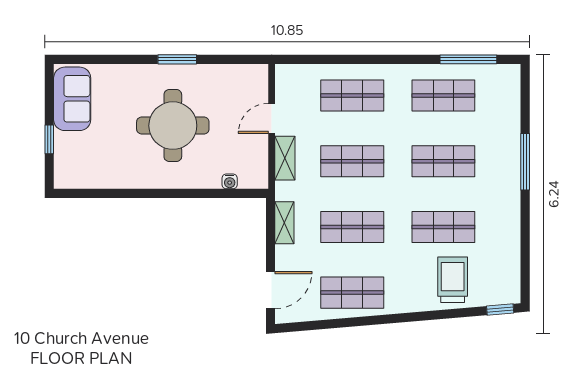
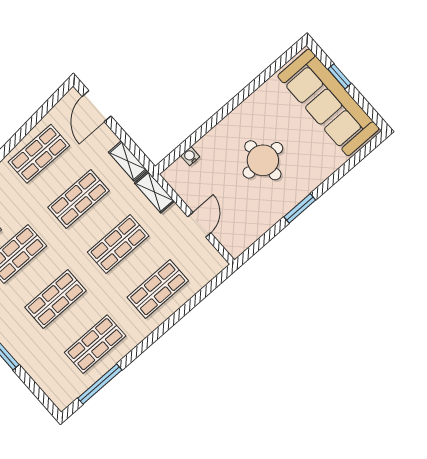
sofa: (72, 99) -> (328, 102), width x1.85, depth x1.27
round table: (173, 126) -> (263, 160), width x0.73, depth x0.73
shelving: (285, 158) -> (154, 192), moved

